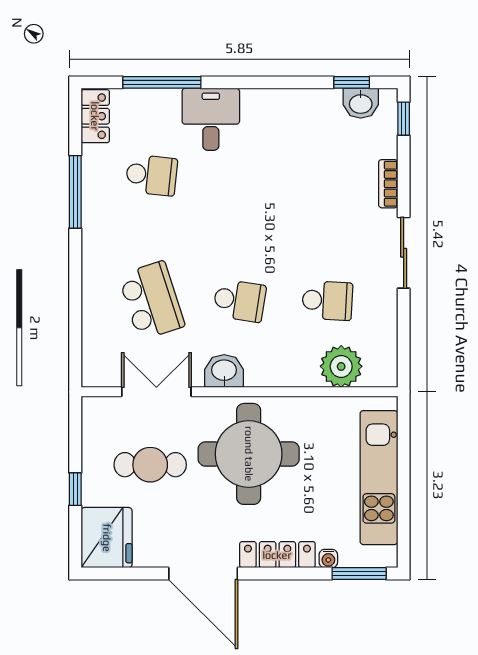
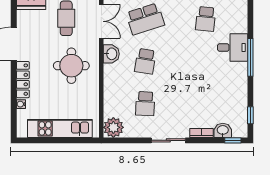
window: (162, 82) -> (250, 57), moved
washbasin: (361, 103) -> (223, 130), moved, turned 90
plant: (341, 366) -> (113, 127), moved
round table: (249, 454) -> (71, 66), width x0.73, depth x0.73
window: (359, 573) -> (14, 119), removed

